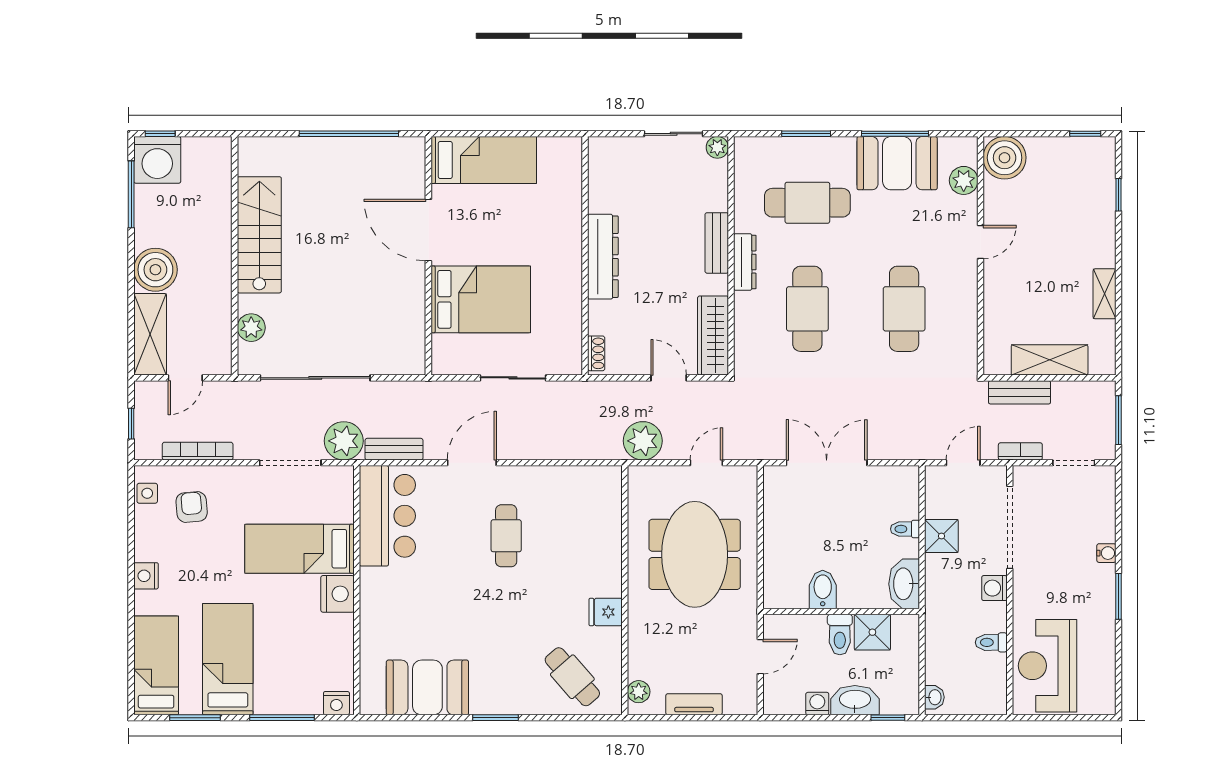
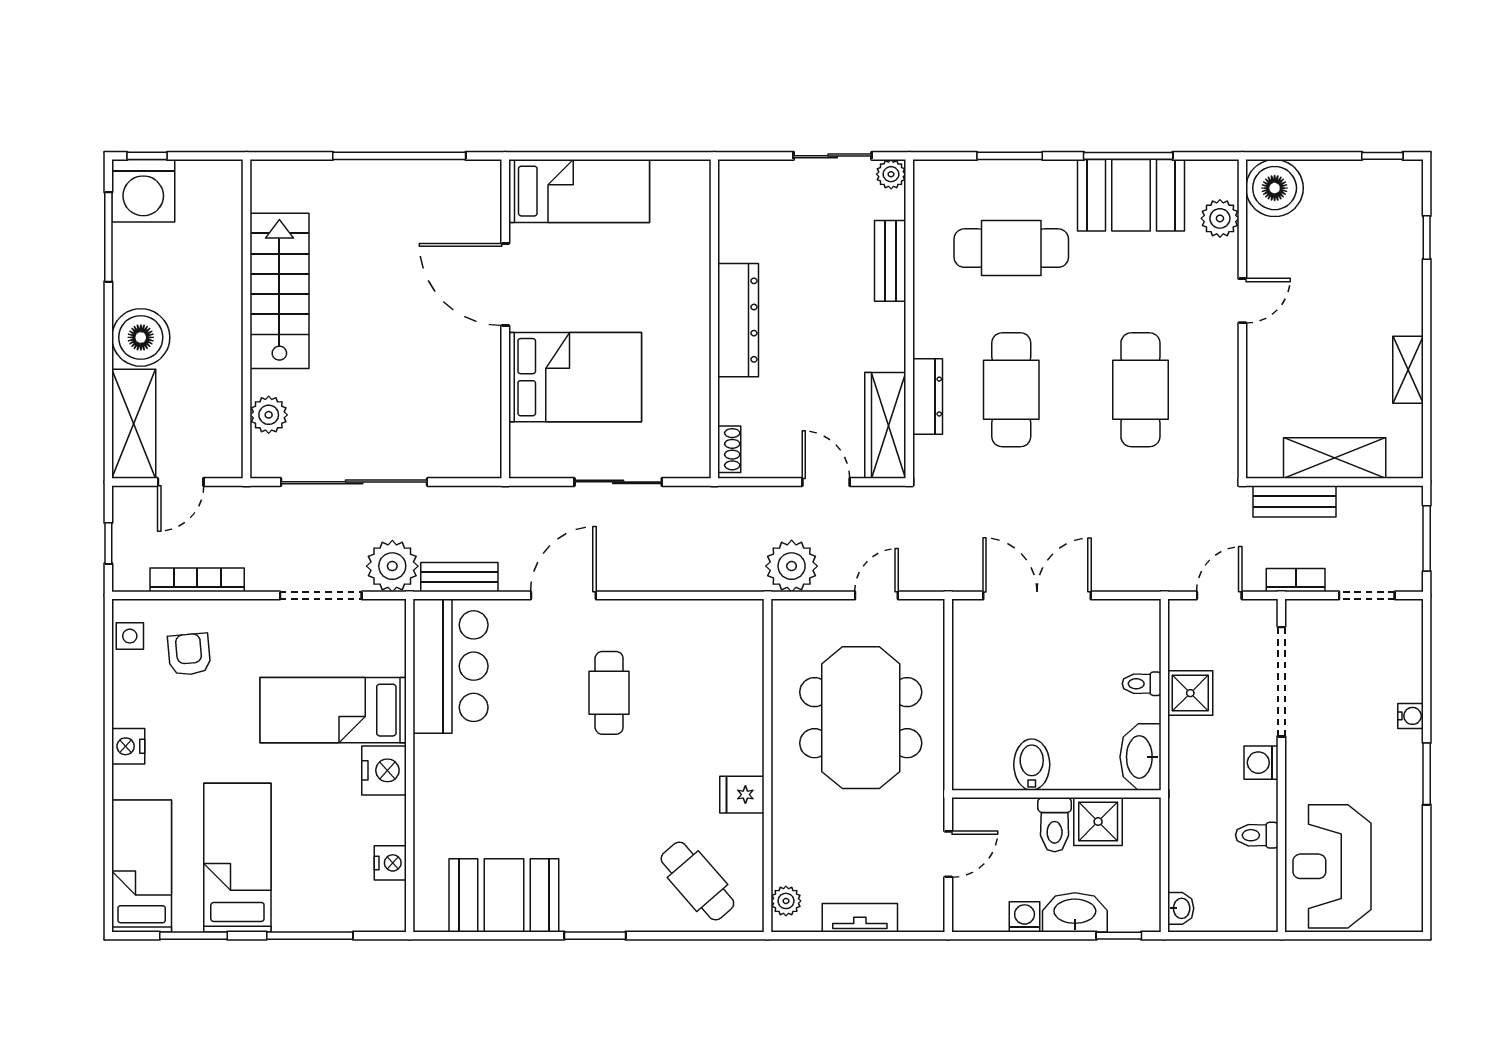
bench: (717, 243) -> (890, 261), moved
dresser: (745, 262) -> (928, 397), moved
nightstand: (336, 703) -> (390, 863), moved, turned -90

